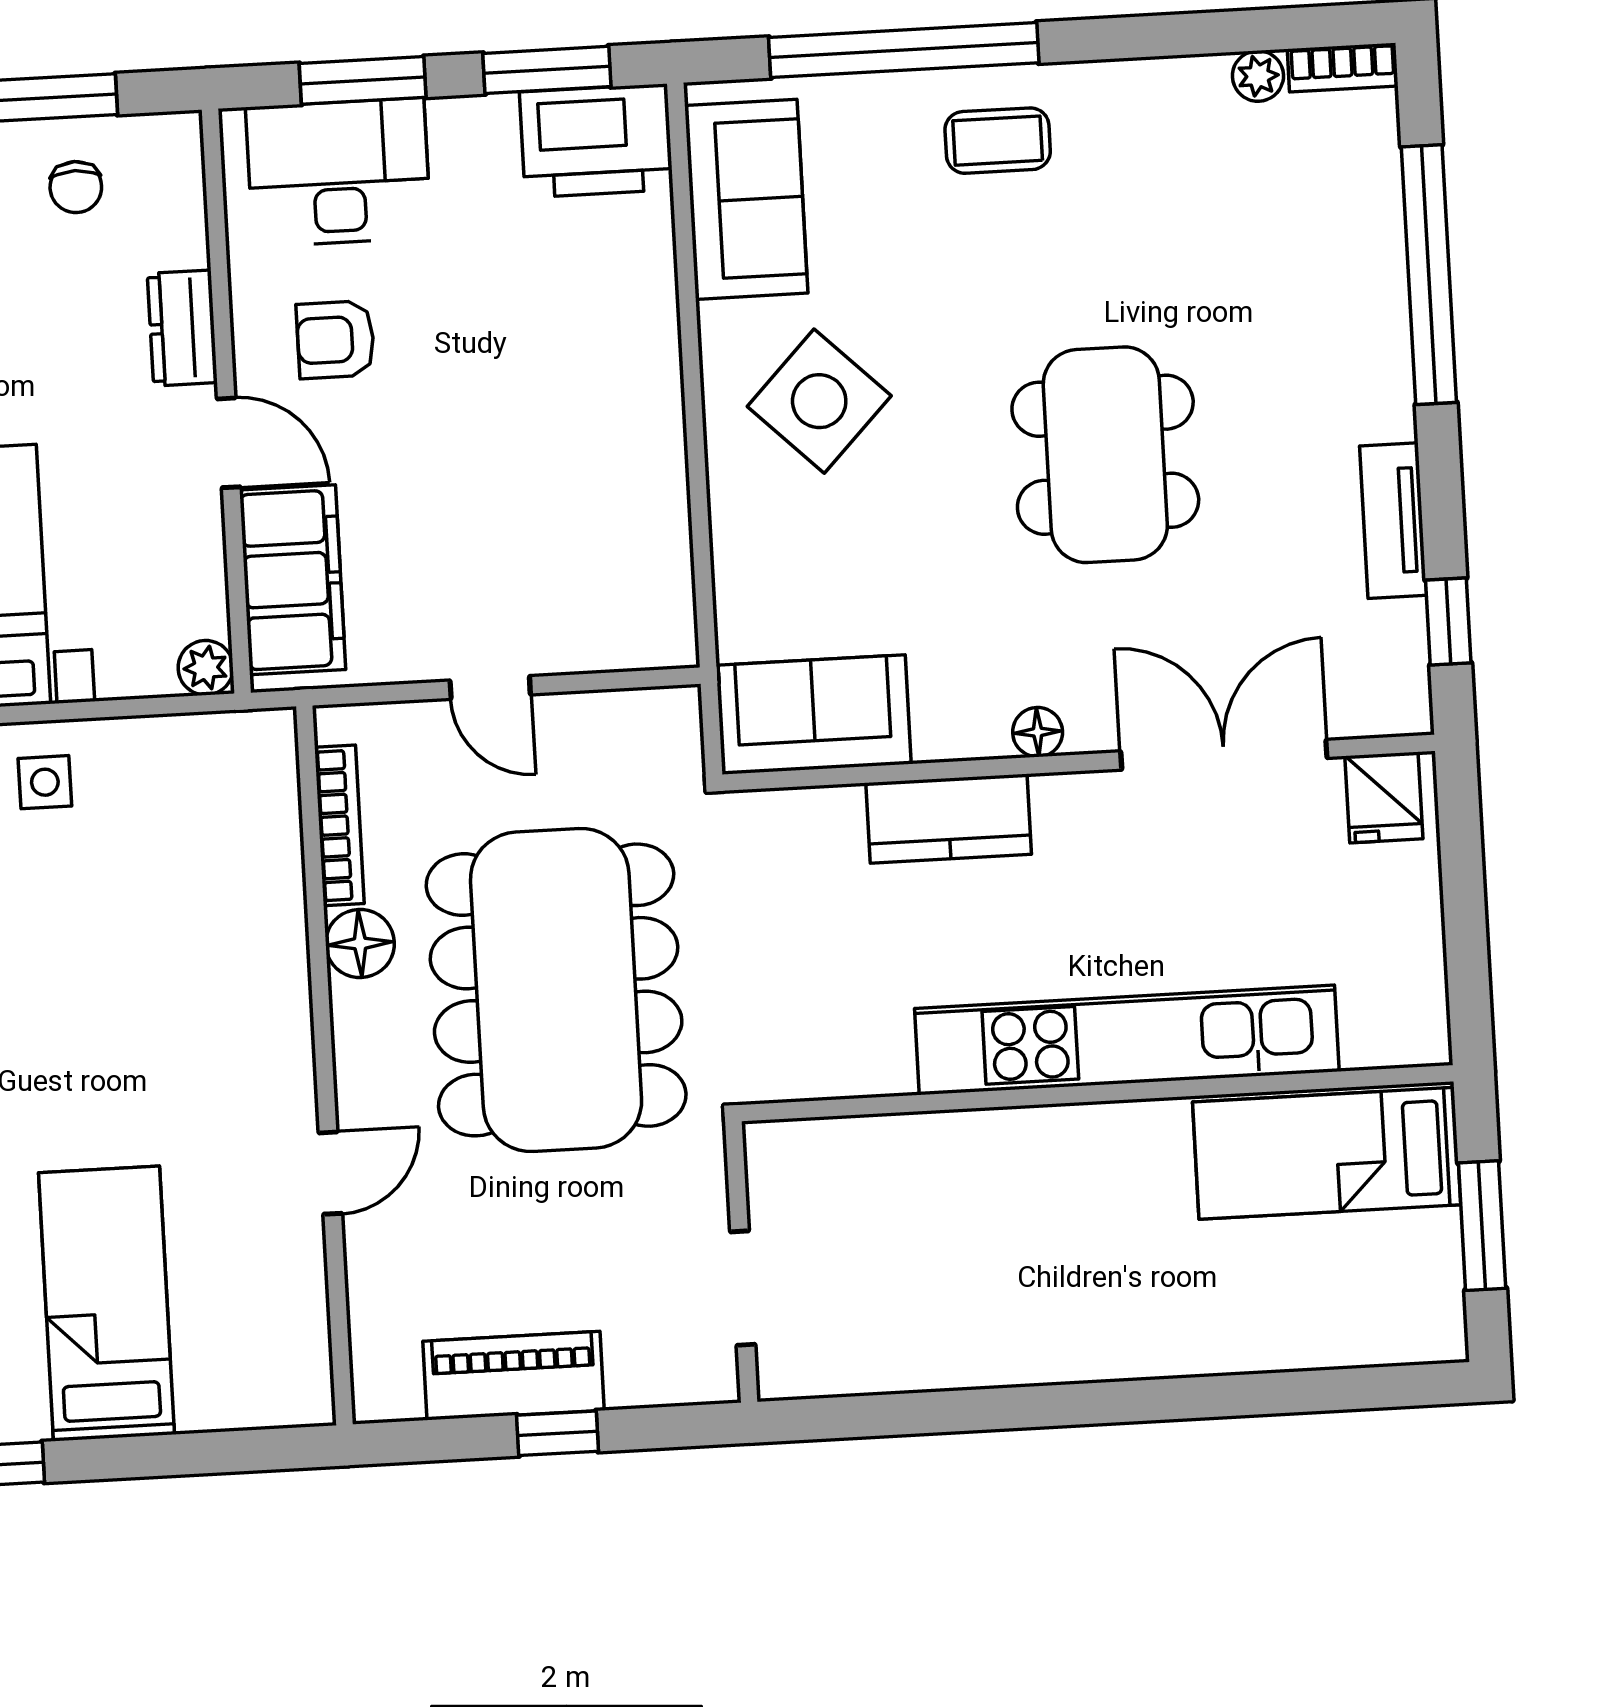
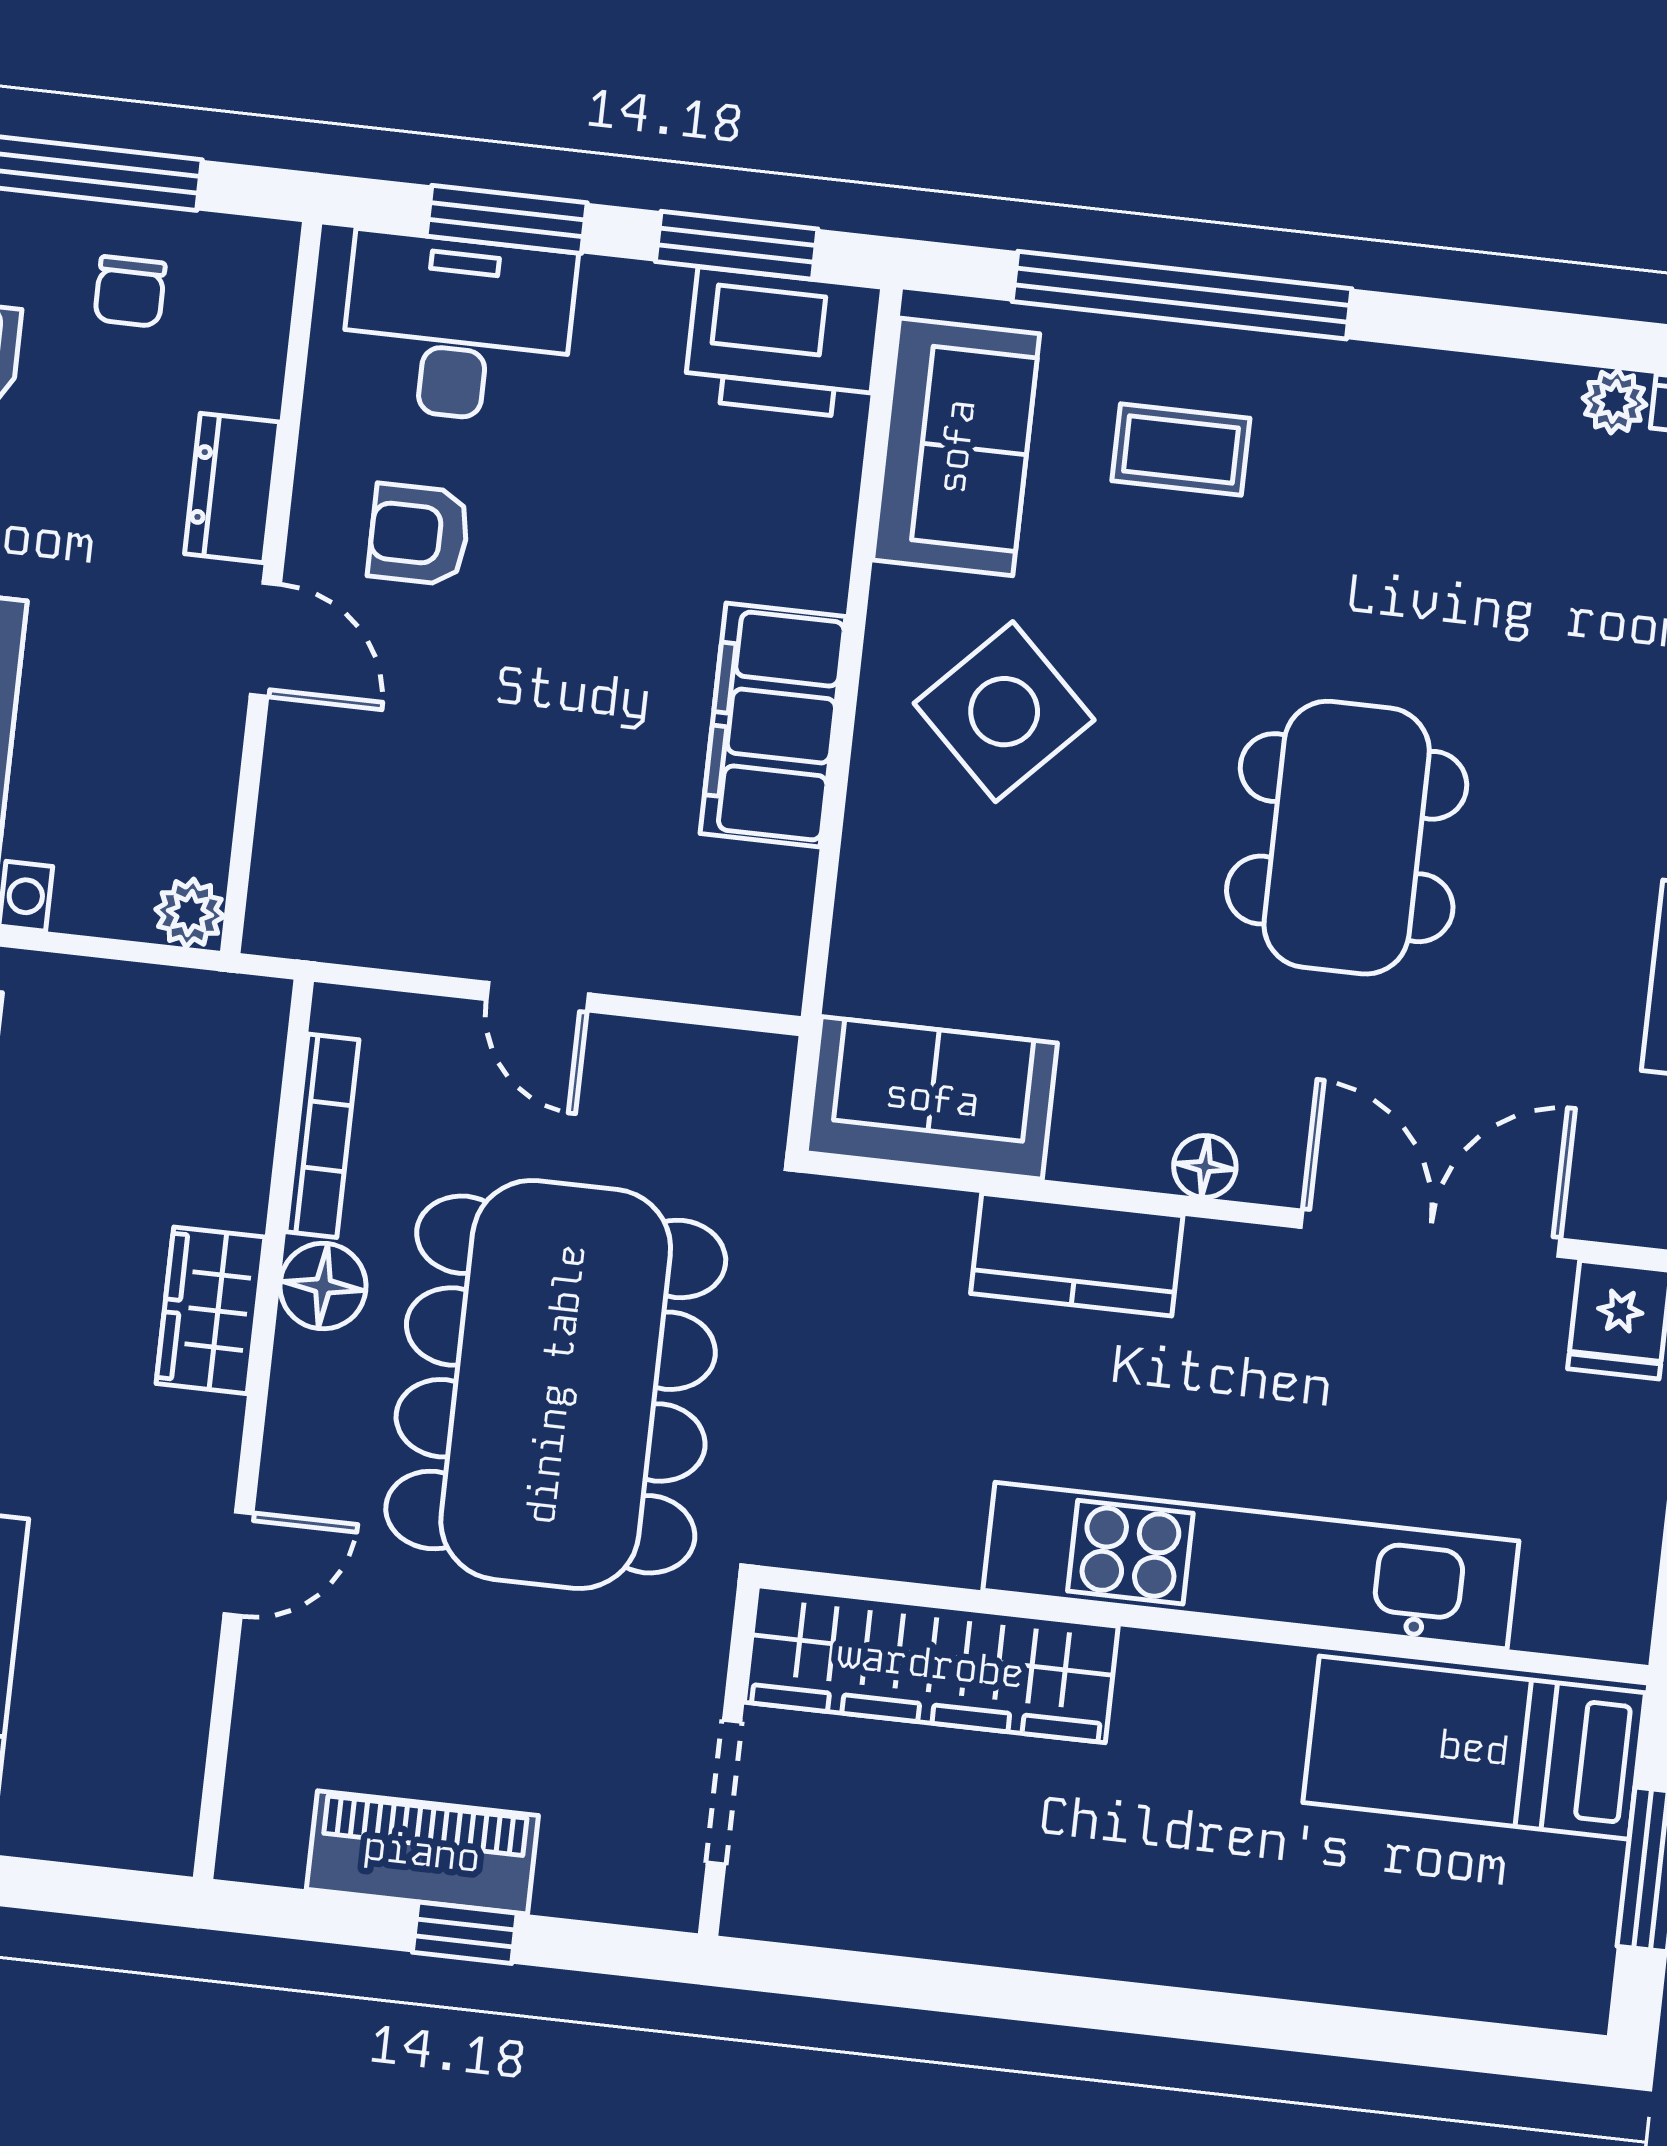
coffee table: (998, 141) -> (1181, 450), moved
filing cabinet: (293, 580) -> (773, 725), moved, turned 180
wardrobe: (275, 978) -> (211, 1310), added
wardrobe: (889, 1160) -> (931, 1664), added

